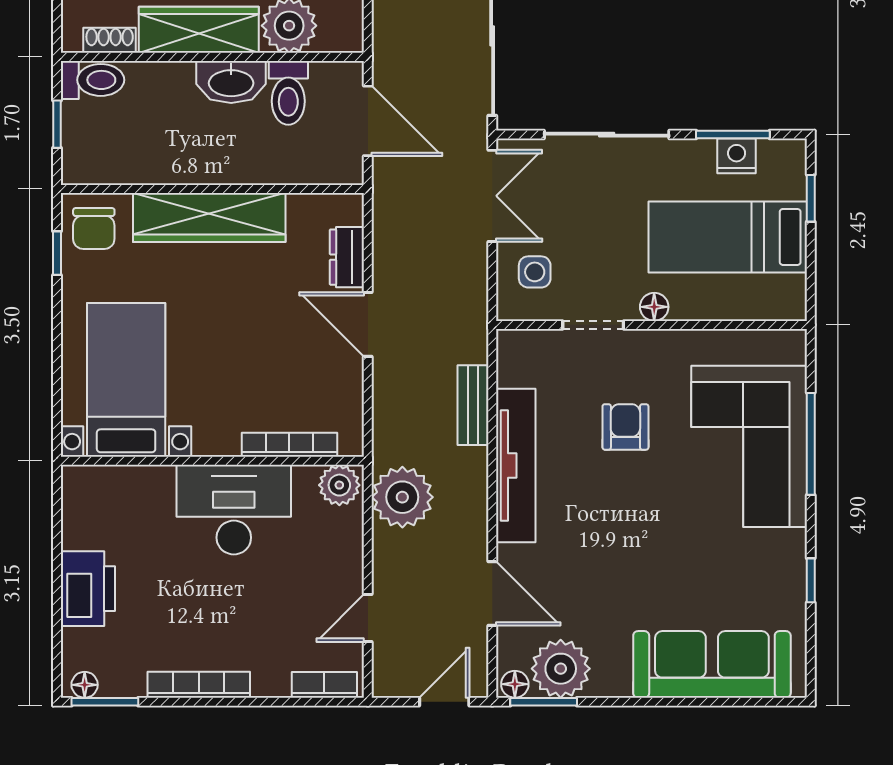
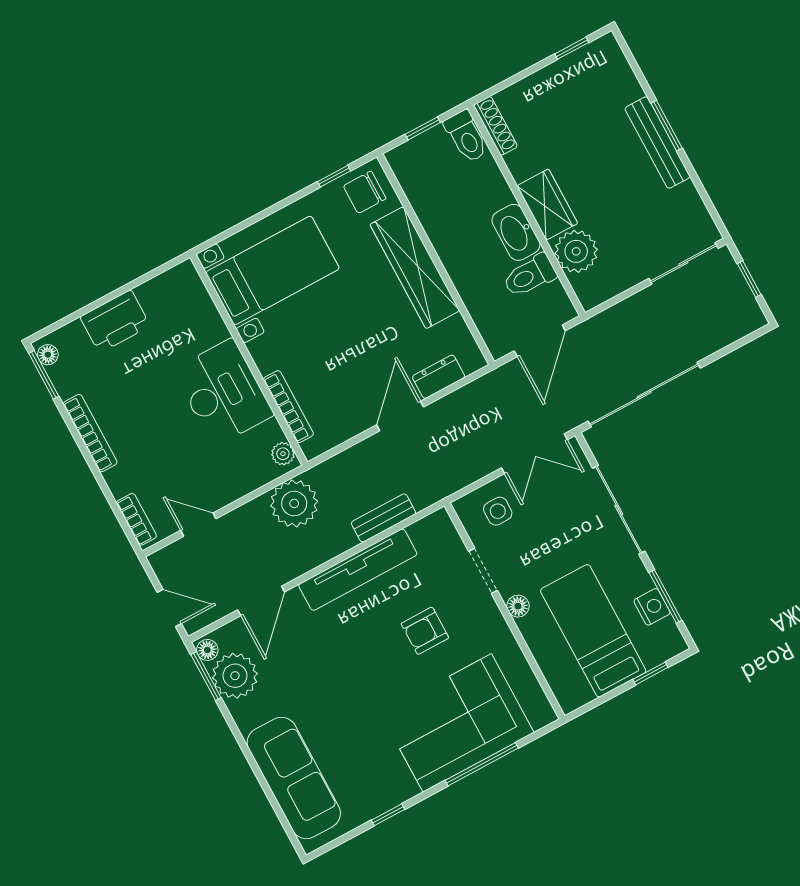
wardrobe: (199, 30) -> (547, 205), width x0.67
shoe rack: (110, 40) -> (496, 126), width x1.43
armchair: (625, 427) -> (425, 631), turned 180
plant: (339, 485) -> (283, 454), width x0.73, depth x0.73

